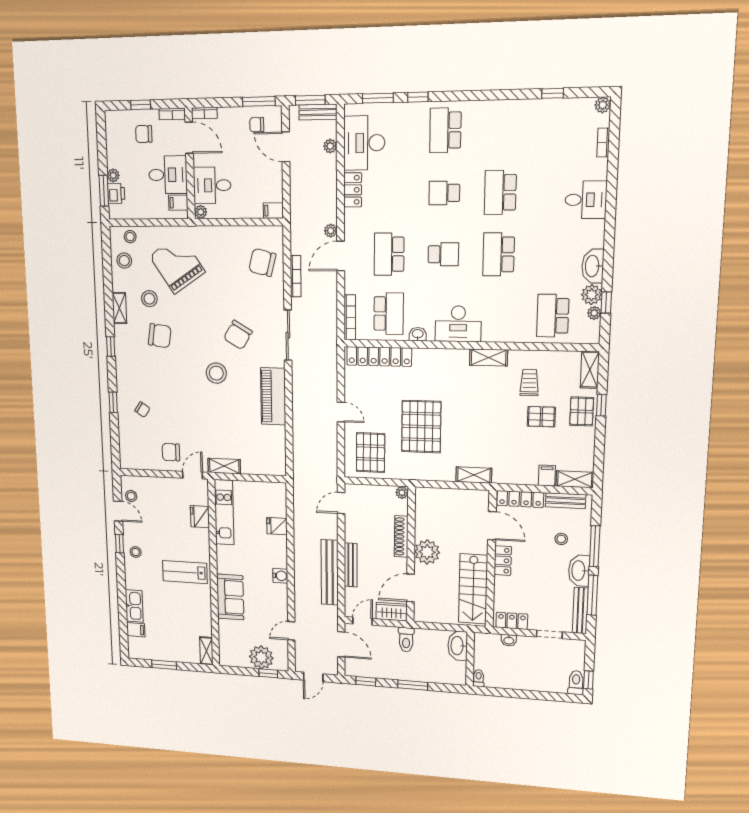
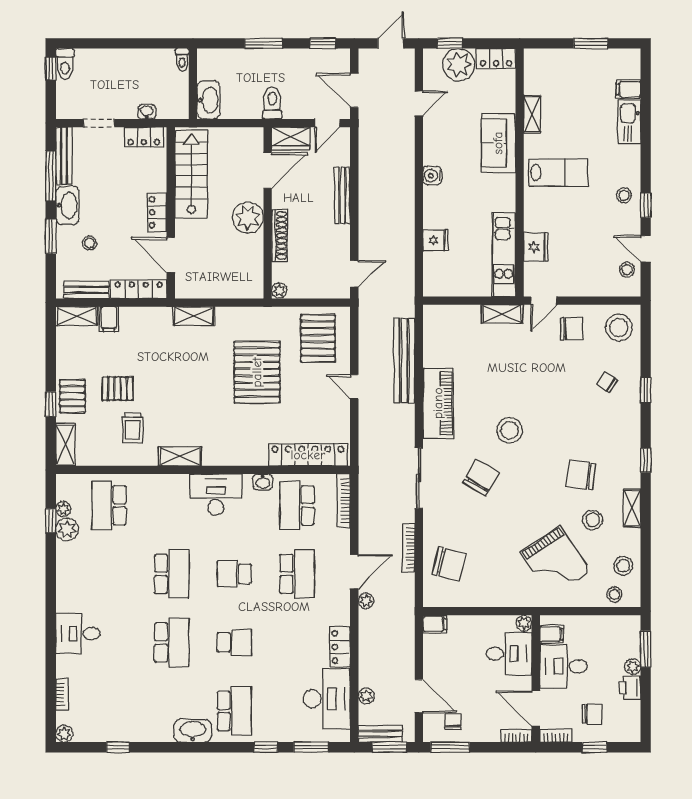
chair: (257, 125) -> (453, 722), turned -90
printer: (116, 193) -> (630, 688), moved
washbasin: (593, 266) -> (193, 731), moved, turned -90
school desk: (553, 316) -> (109, 505), turned 180
stool: (135, 452) -> (619, 328), added
window: (595, 546) -> (51, 236), width x0.69
bench: (330, 572) -> (404, 361), moved
shelving: (206, 651) -> (532, 114), moved
locker: (233, 660) -> (496, 58), added

